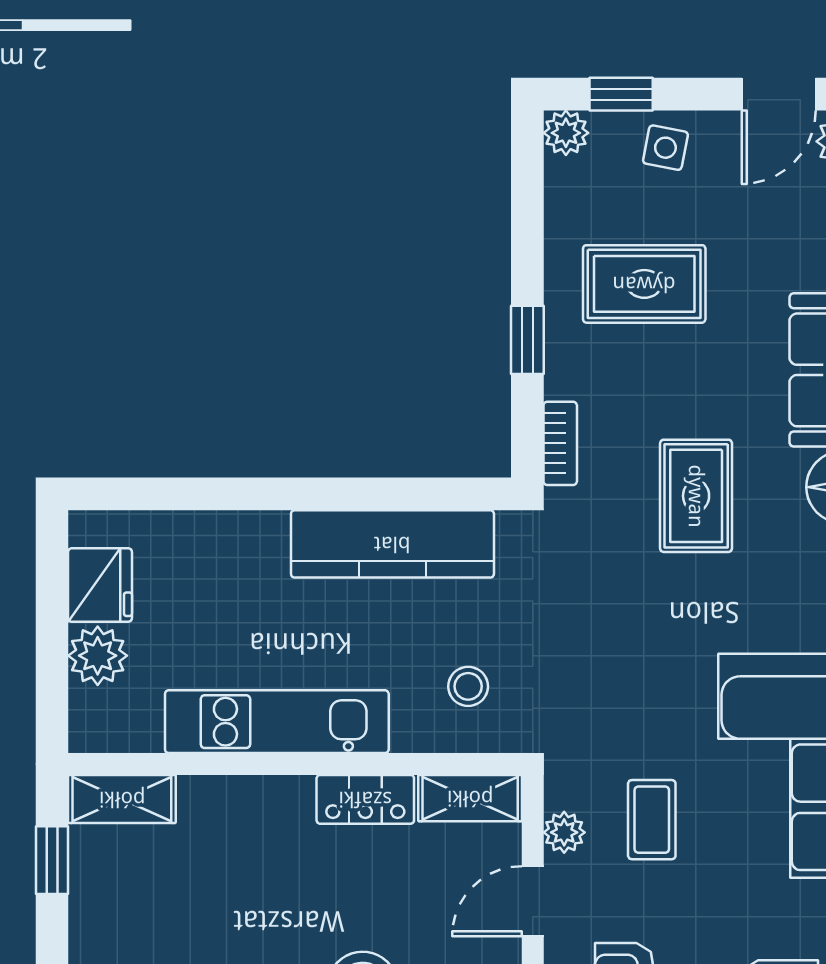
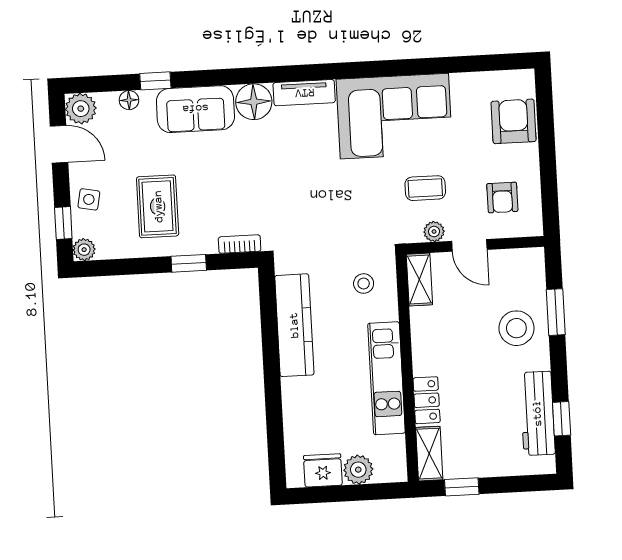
rug: (696, 496) -> (262, 175), removed
locker: (365, 799) -> (427, 400), moved

